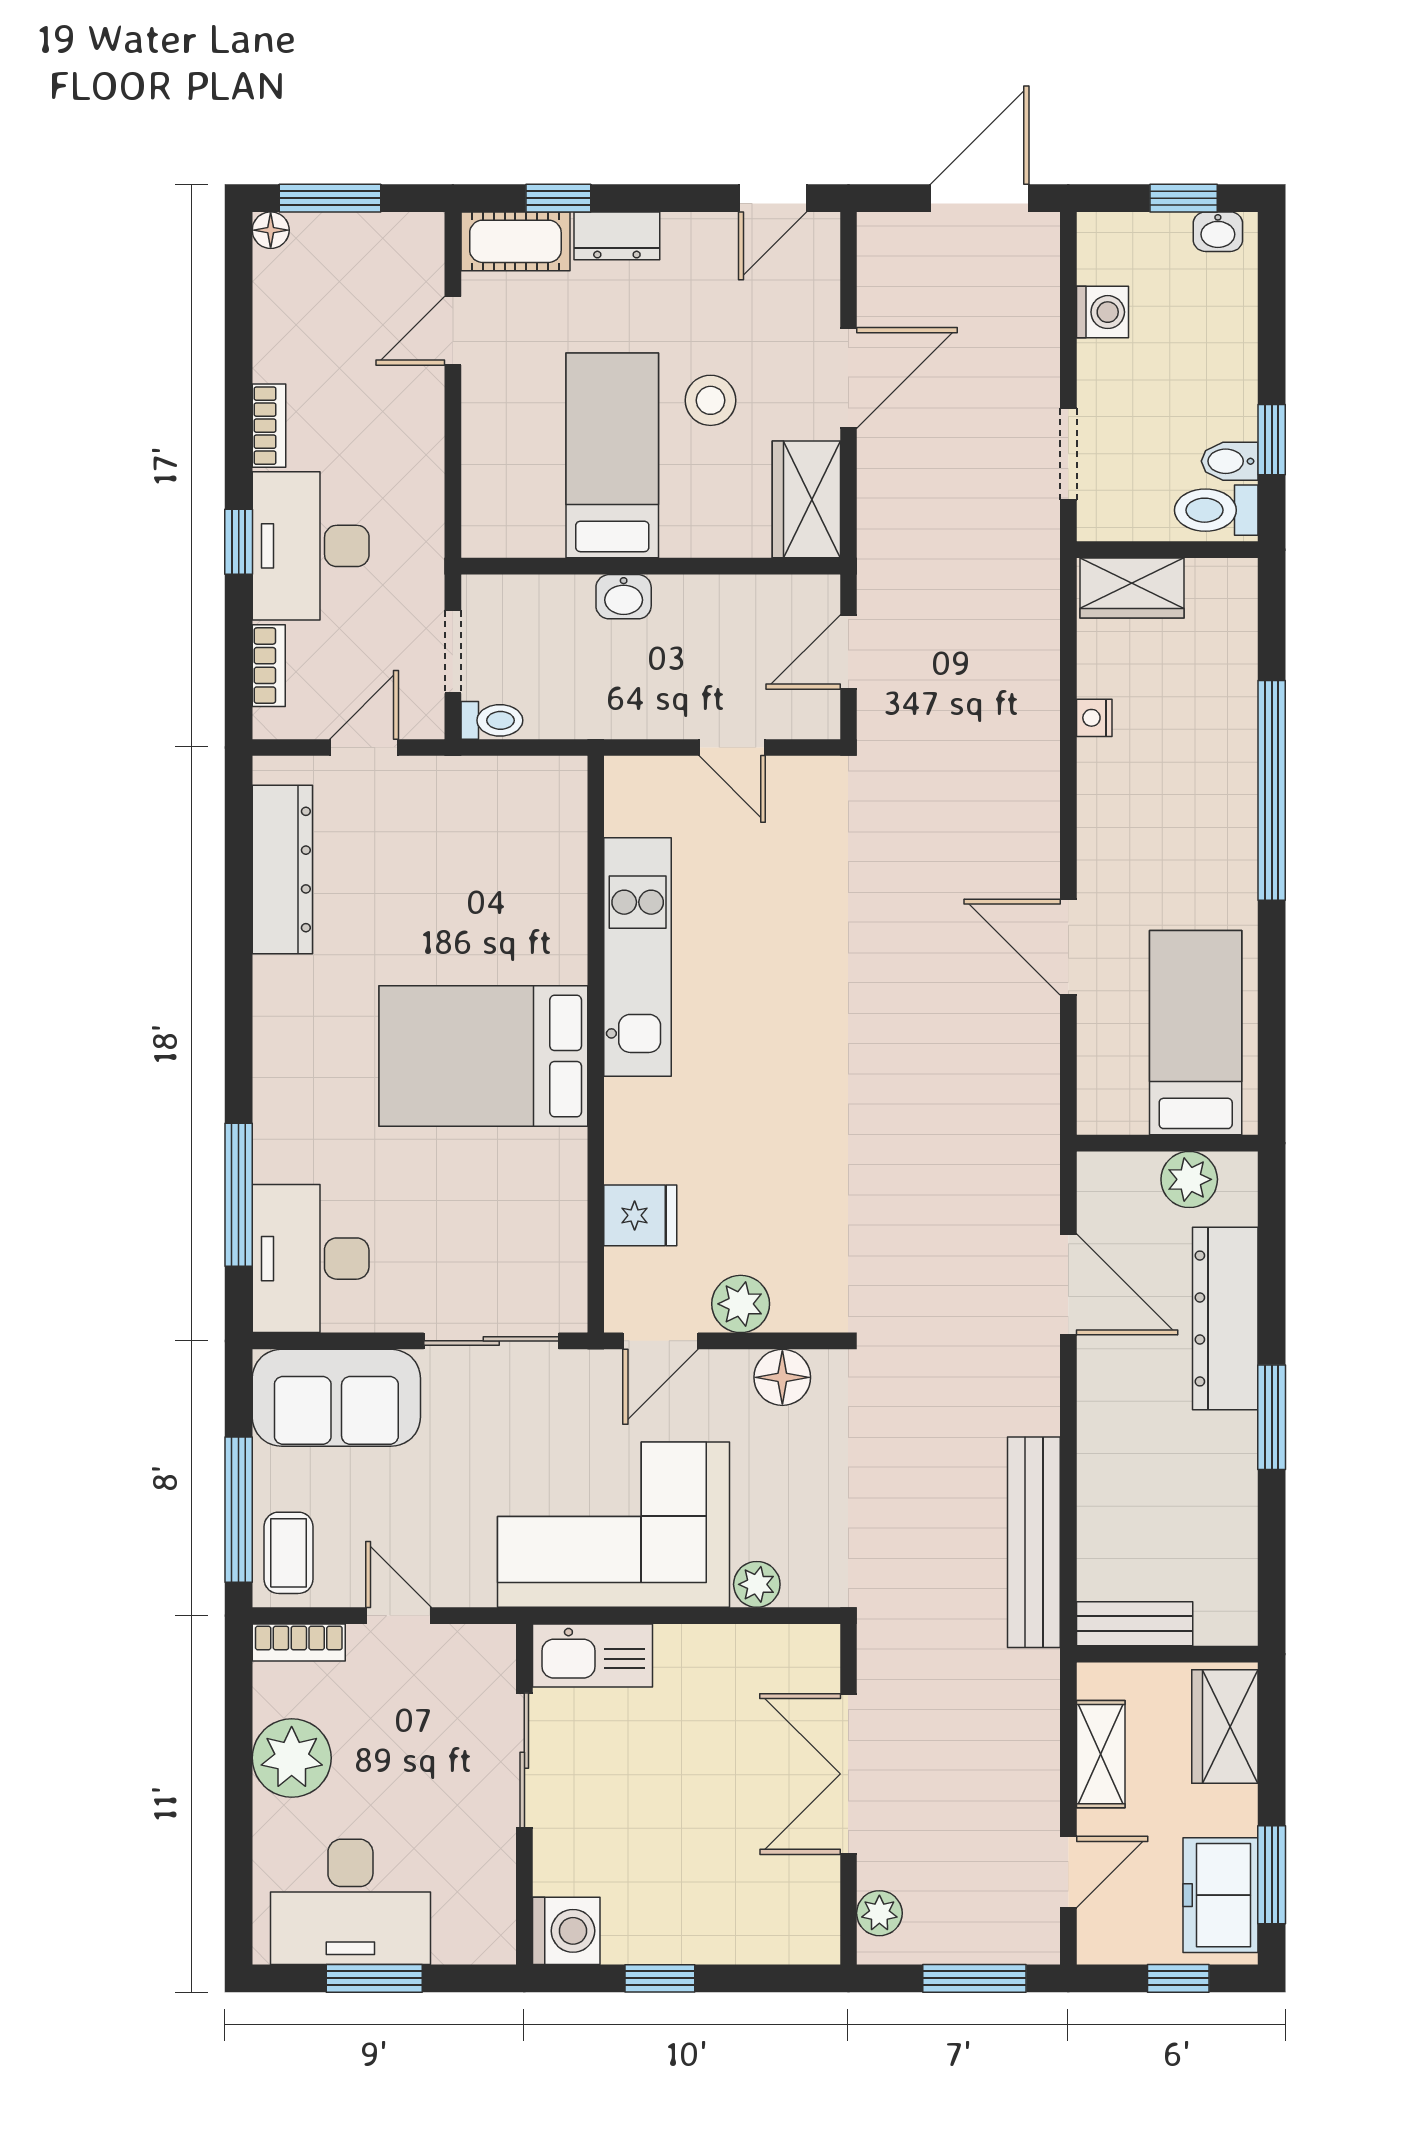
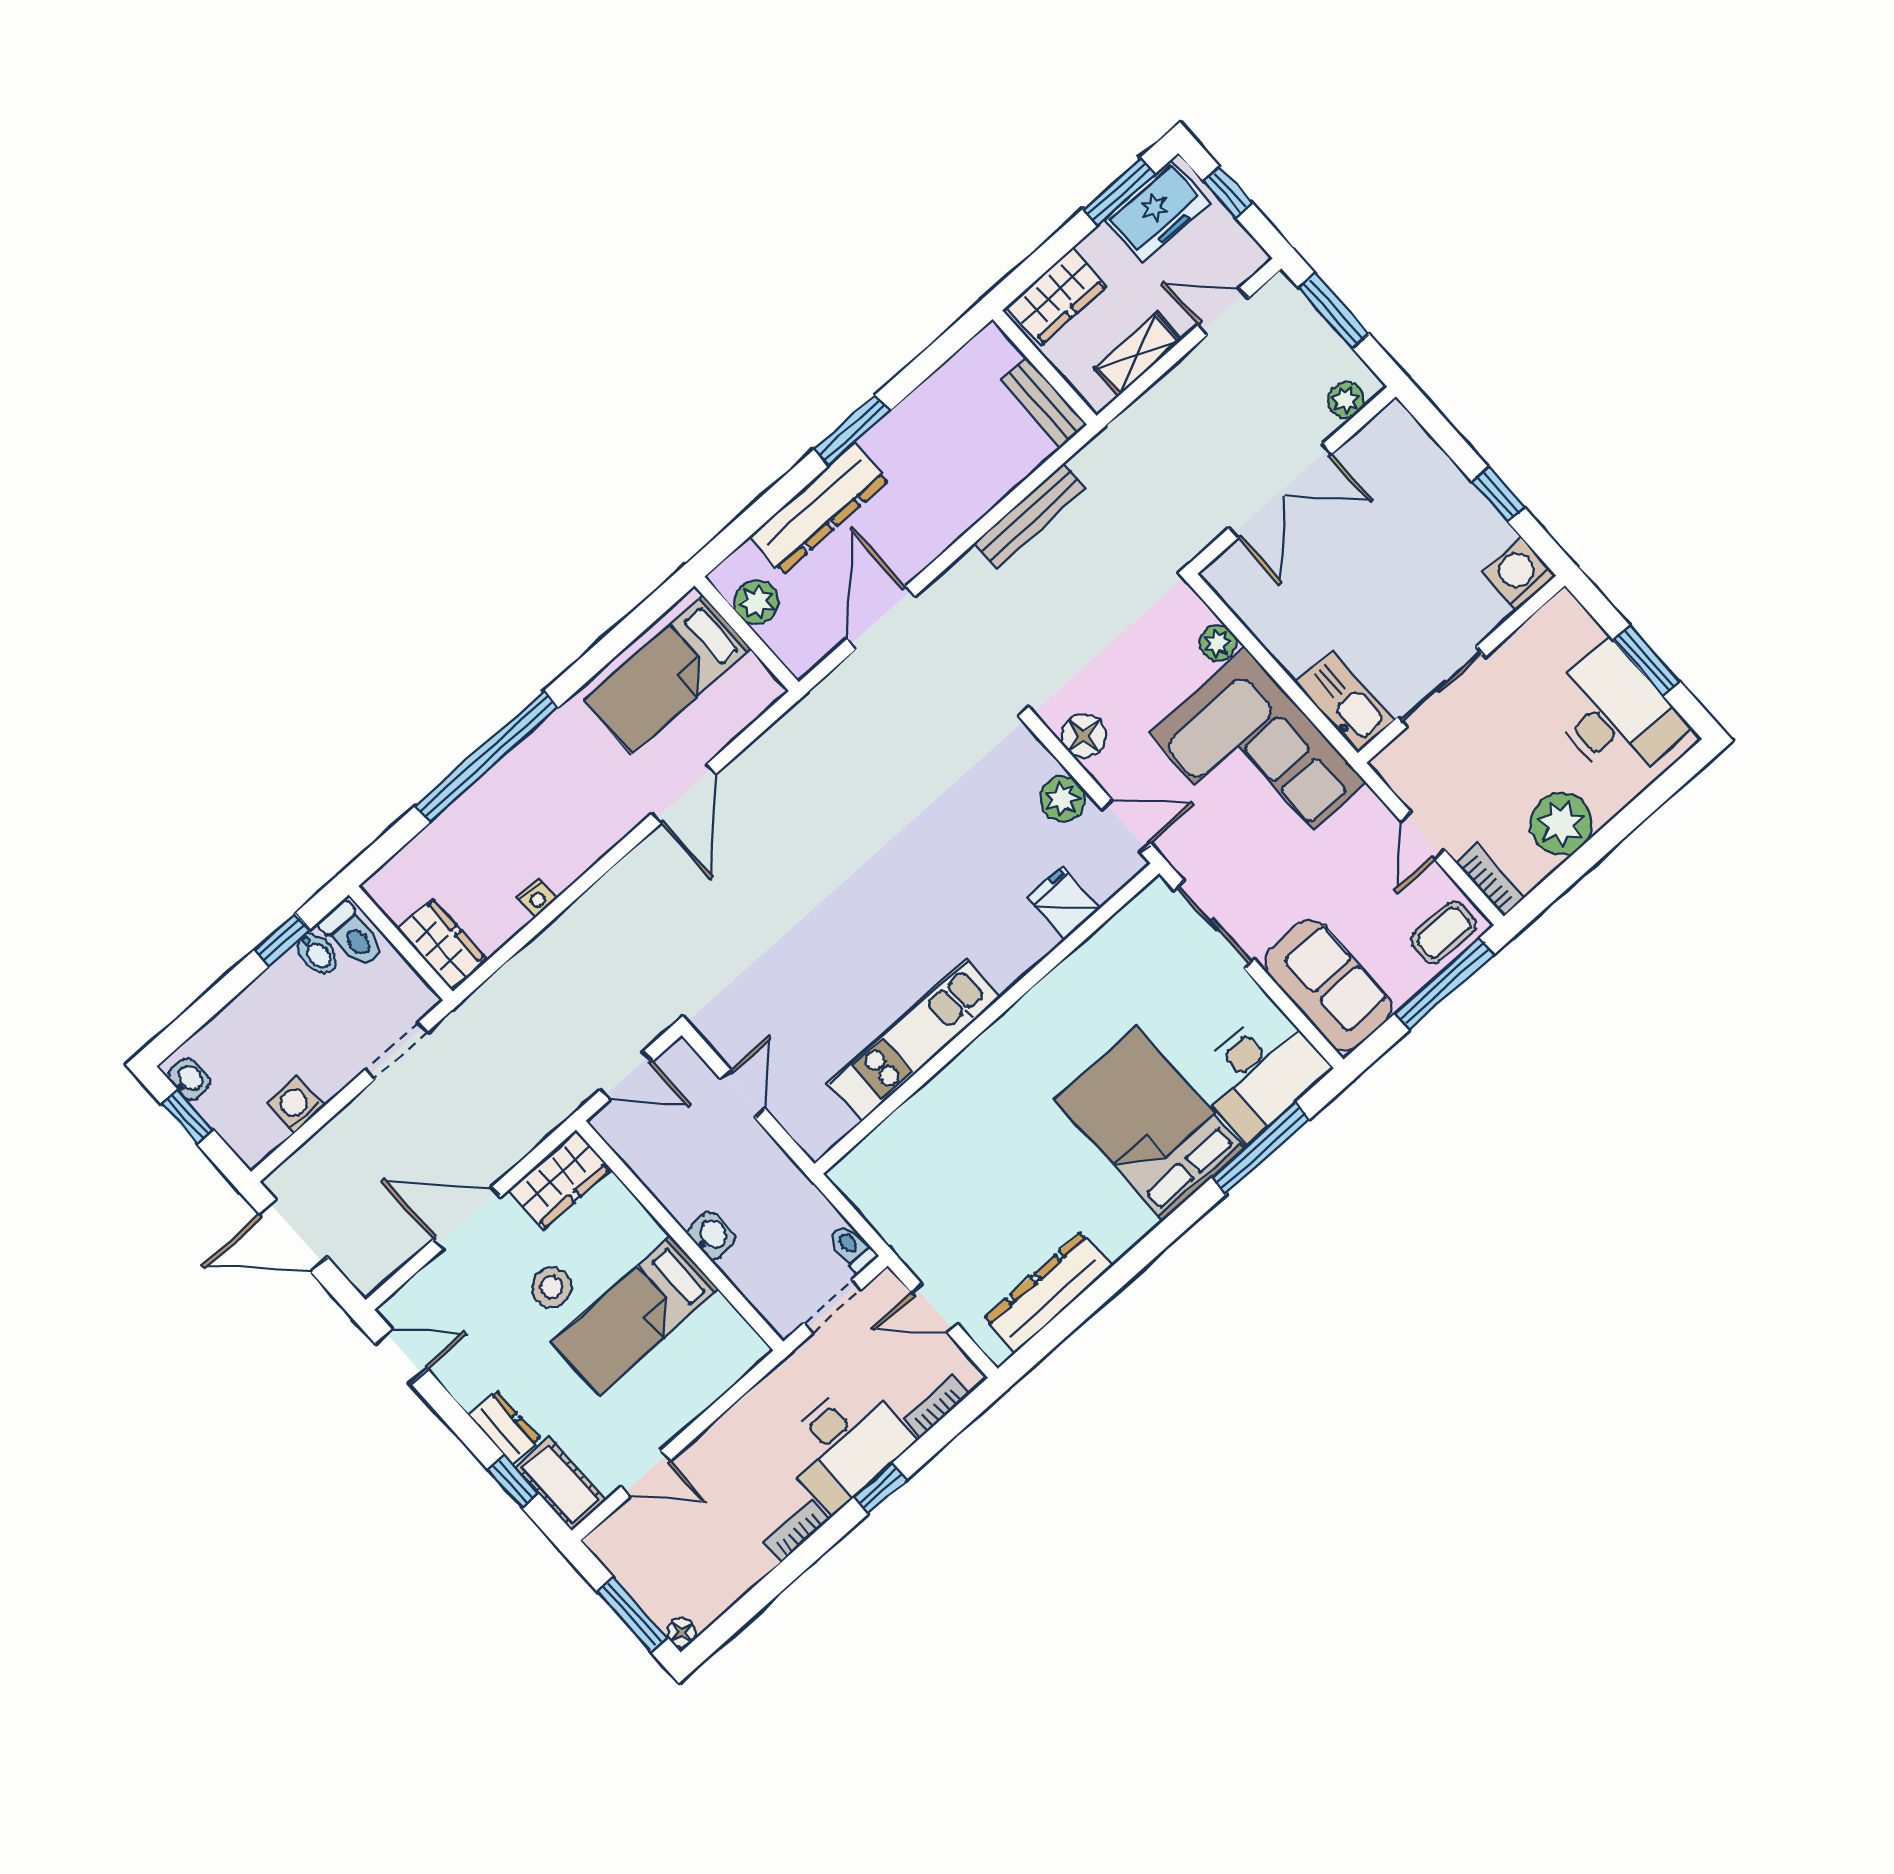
bed: (483, 1056) -> (1150, 1124), moved, turned 180
bench: (1034, 1542) -> (1030, 516), width x0.73, depth x0.82

